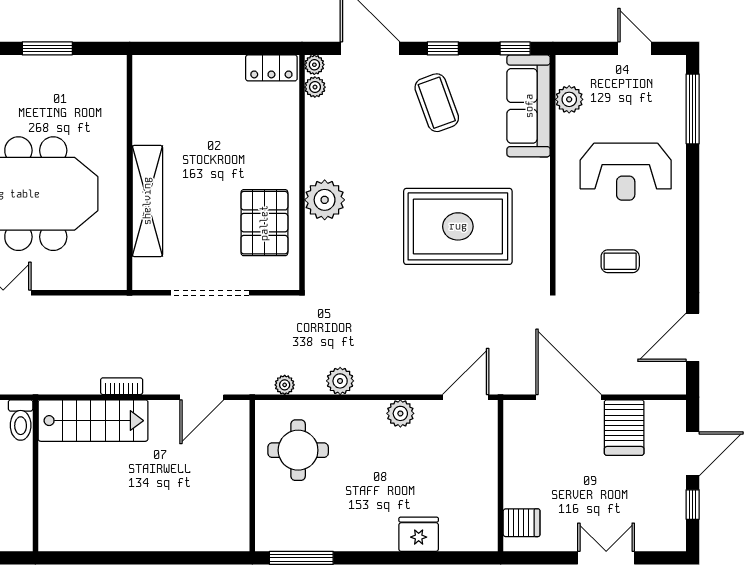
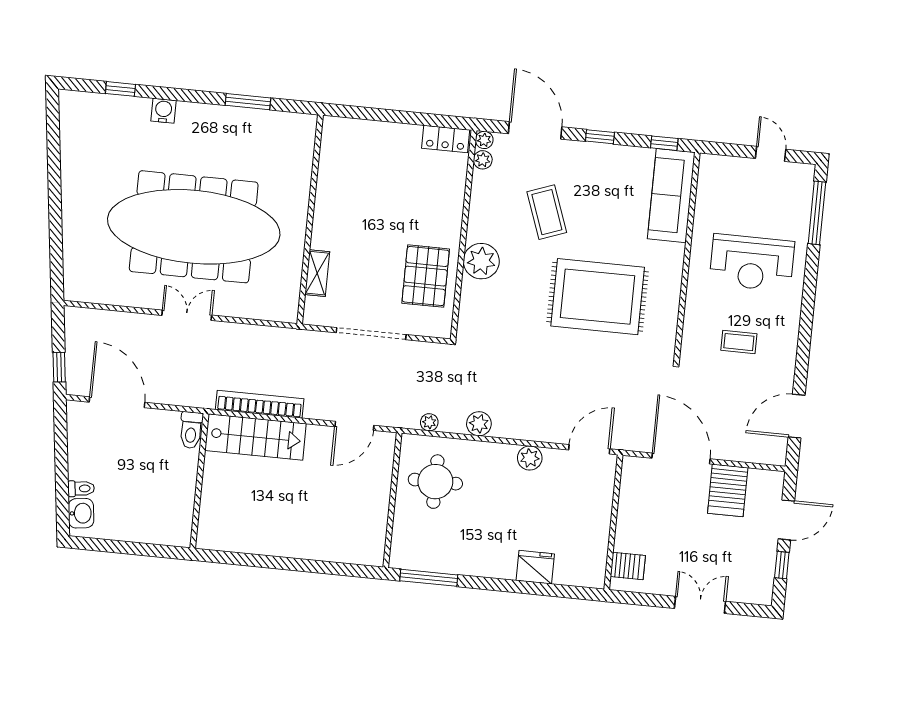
plant: (569, 99) -> (708, 193), removed
coffee table: (437, 103) -> (547, 212), moved
shelving: (147, 201) -> (317, 273), width x0.45, depth x0.75
bookcase: (122, 386) -> (260, 404), width x2.31, depth x1.31

